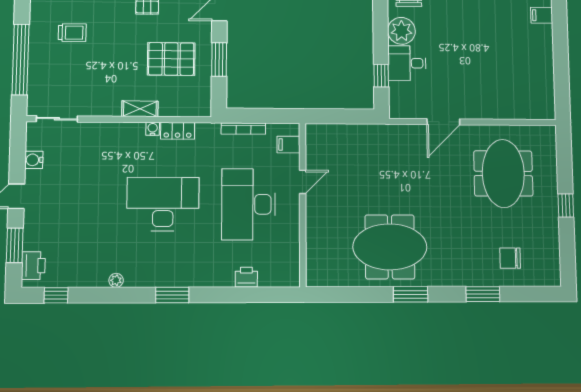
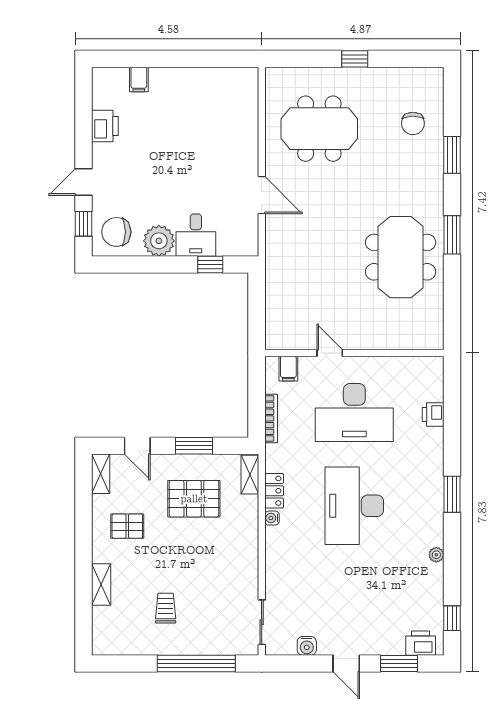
pallet: (171, 59) -> (194, 499), turned 90
shelving: (140, 109) -> (250, 475), moved

